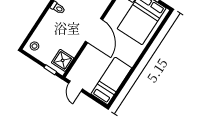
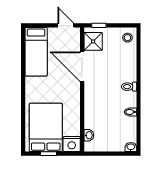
door: (94, 31) -> (82, 67), moved

